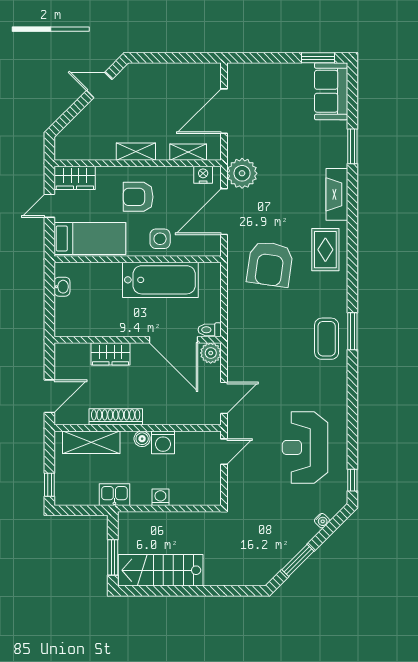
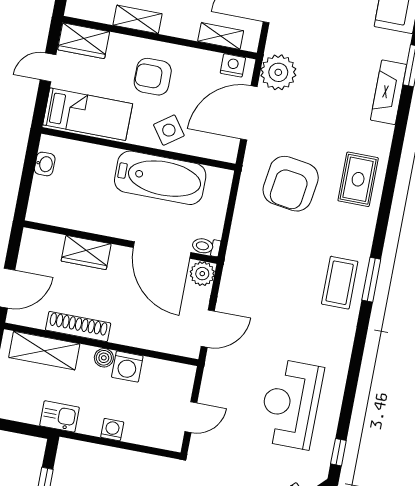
shelving: (136, 152) -> (138, 19), moved
fireplace: (337, 194) -> (388, 92), moved
side table: (160, 239) -> (169, 130), turned -36
door: (224, 452) -> (191, 417), moved

